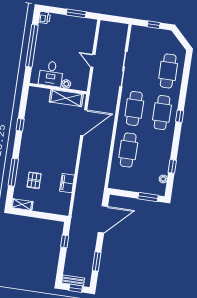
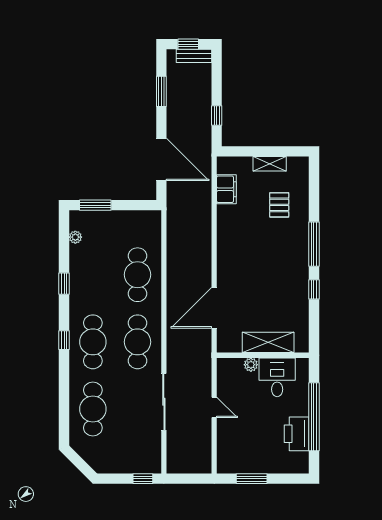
printer: (44, 18) -> (297, 434), moved, width x1.87, depth x1.48
window: (154, 25) -> (143, 479), moved
shelving: (66, 98) -> (268, 342), moved
window: (172, 166) -> (64, 284), moved
window: (13, 172) -> (314, 244), moved
filing cabinet: (67, 183) -> (226, 189), moved
shelving: (22, 205) -> (270, 164), moved
door: (103, 219) -> (161, 159), swing flipped

